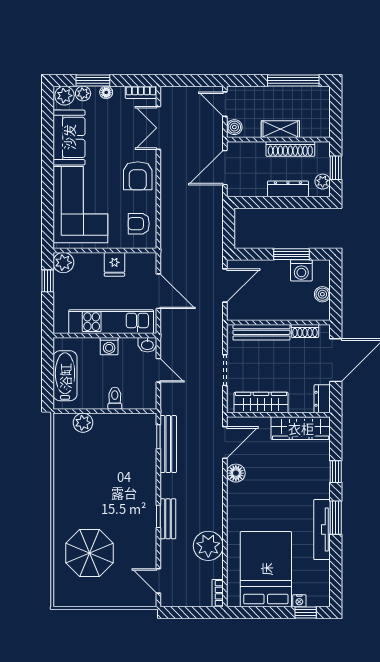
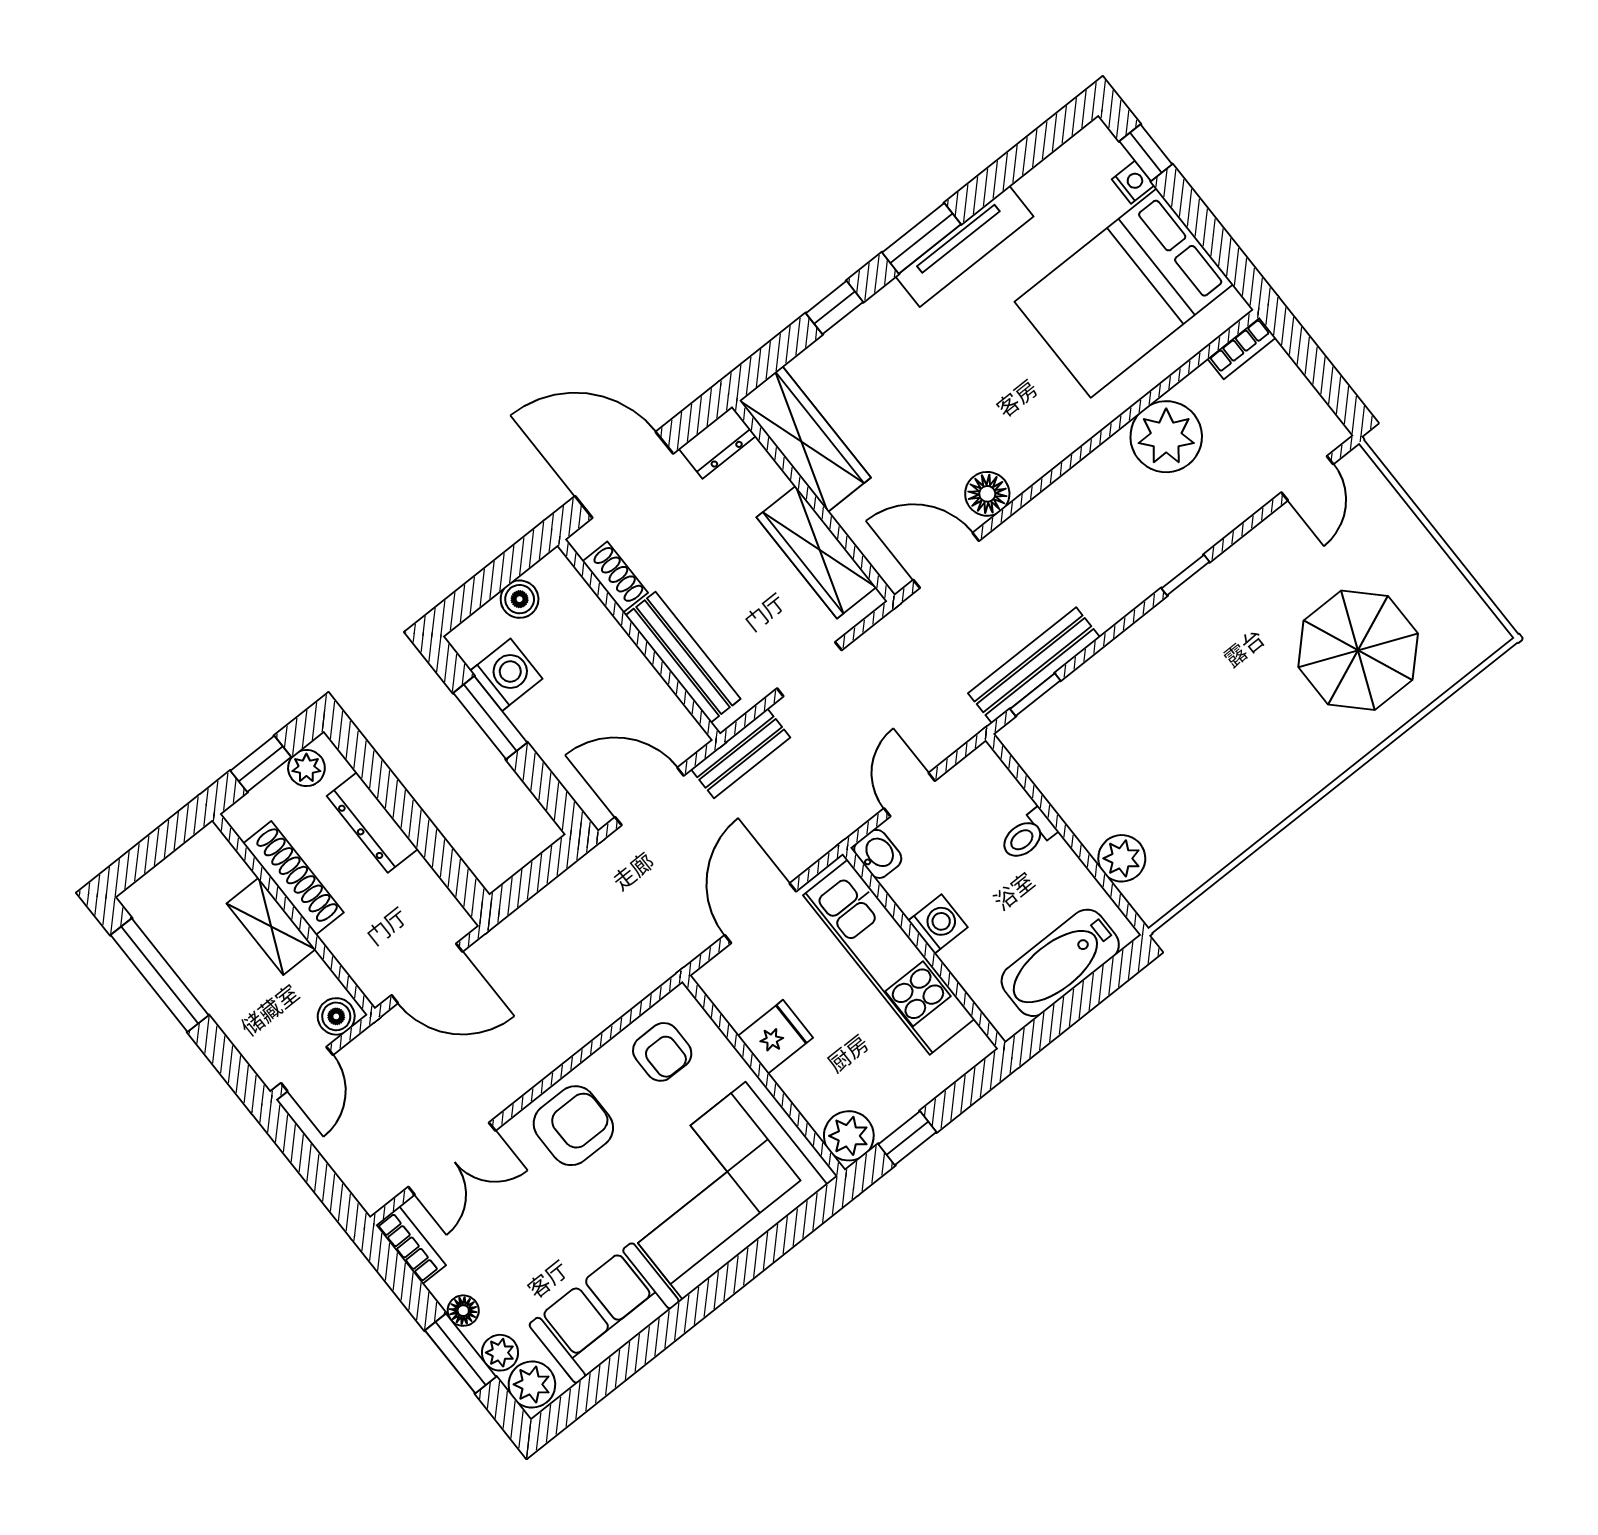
bench: (168, 519) -> (741, 753), moved

